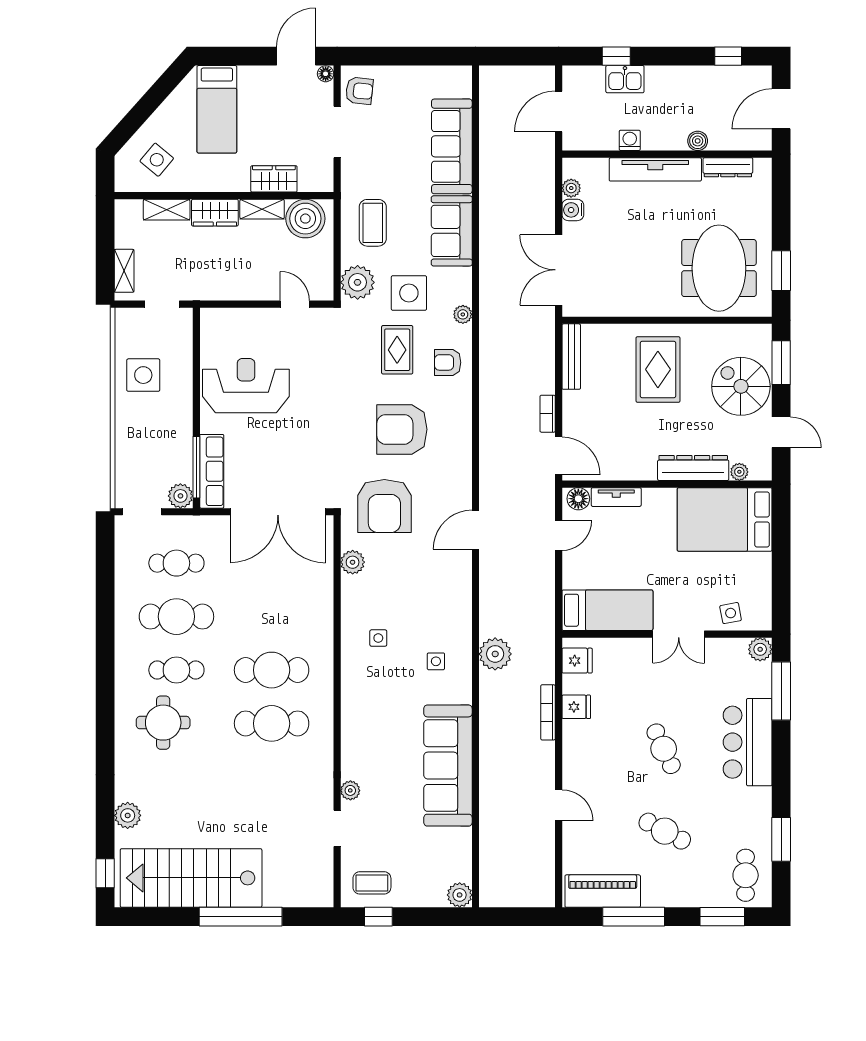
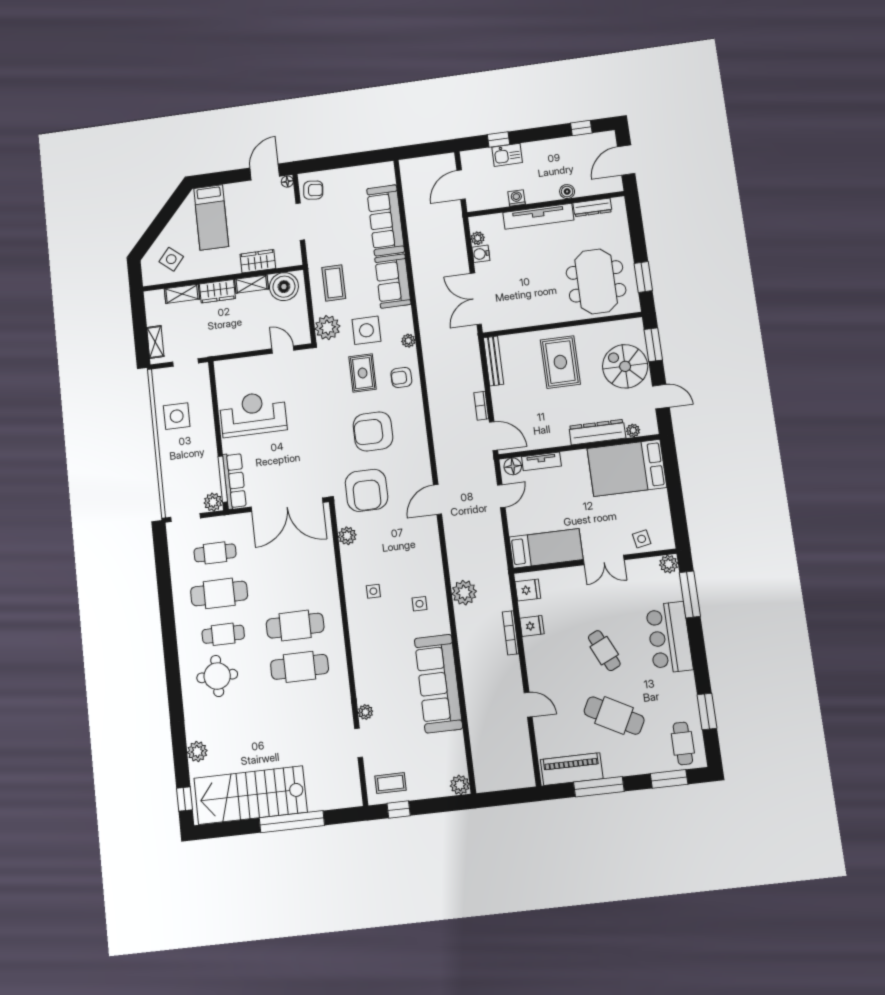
cafe table: (665, 831) -> (614, 716), width x1.37, depth x1.35

